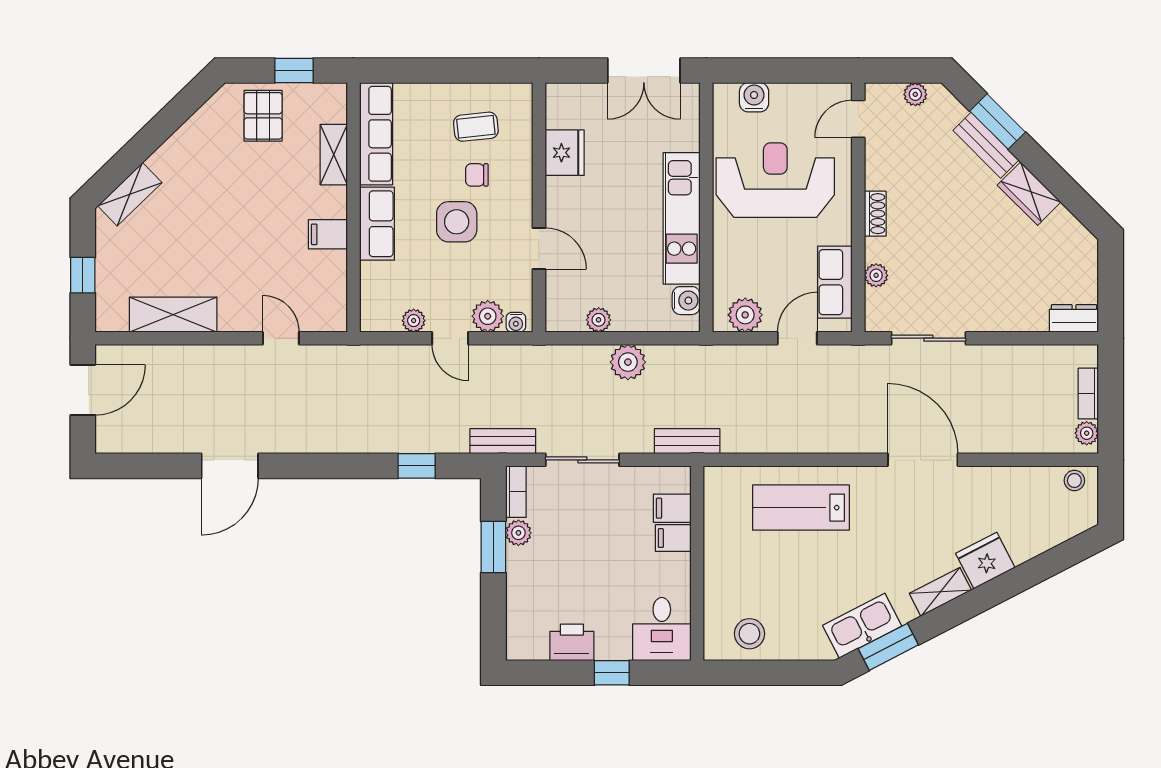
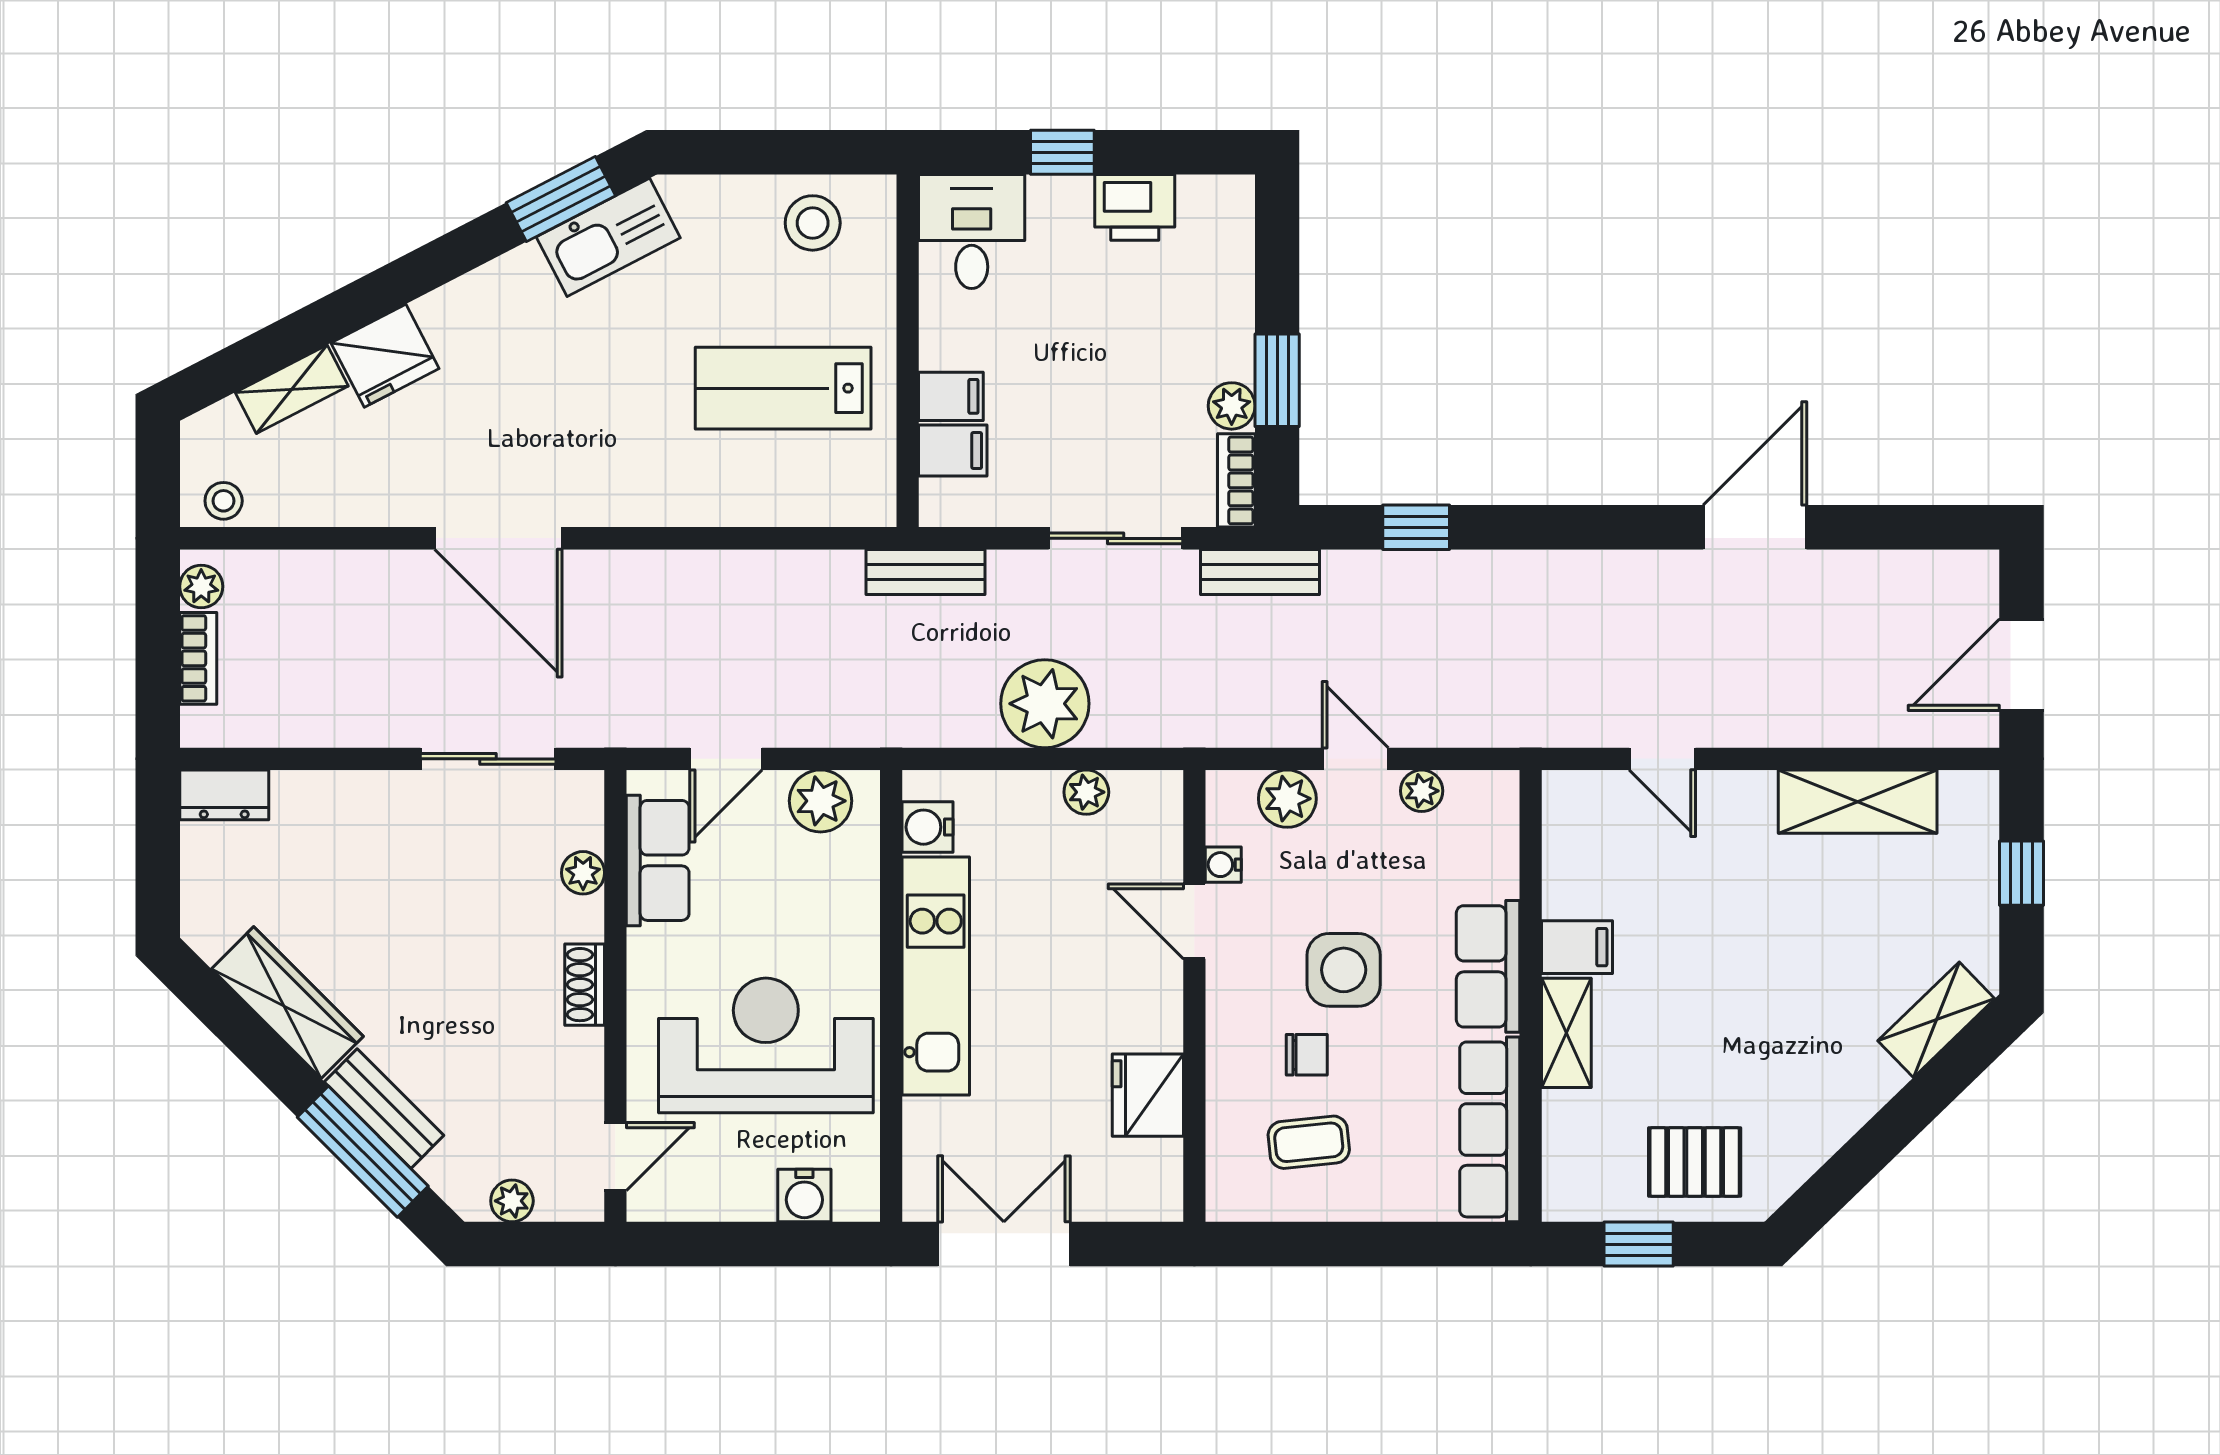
pallet: (263, 116) -> (1695, 1162), turned 90
window: (998, 122) -> (363, 1152), width x1.44
shelving: (334, 155) -> (1566, 1033), moved
reception desk: (775, 180) -> (766, 1045), turned 180
wardrobe: (1029, 194) -> (287, 1003), width x1.50
water cooler: (516, 322) -> (1223, 865), moved, turned -90
plant: (628, 362) -> (1045, 704), width x1.36, depth x1.36
lab bench: (801, 508) -> (783, 388), moved, turned 180
shelving: (940, 592) -> (292, 389), moved

